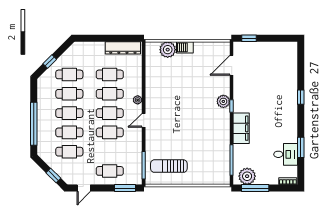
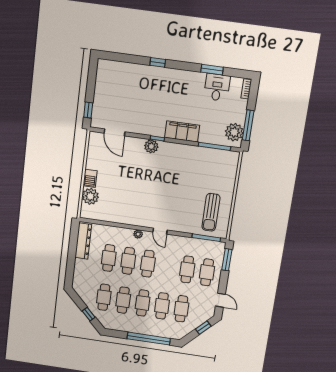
cafe table: (110, 132) -> (187, 269), moved

